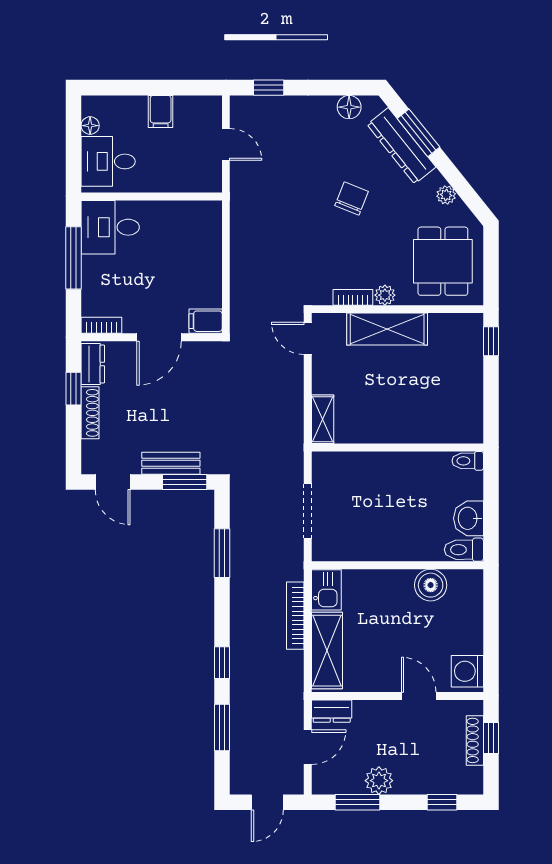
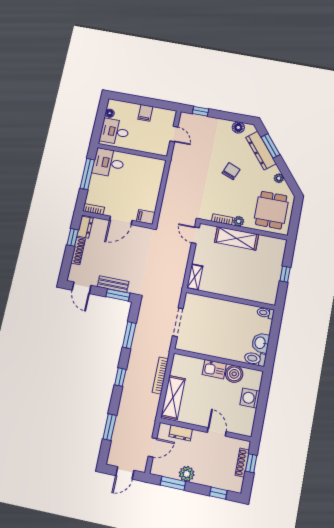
window: (491, 341) -> (285, 274), moved
kitchen sink: (326, 590) -> (214, 369), moved, turned 90
window: (222, 663) -> (120, 377), moved
washing machine: (467, 671) -> (250, 398), moved
dresser: (332, 711) -> (181, 433), moved

